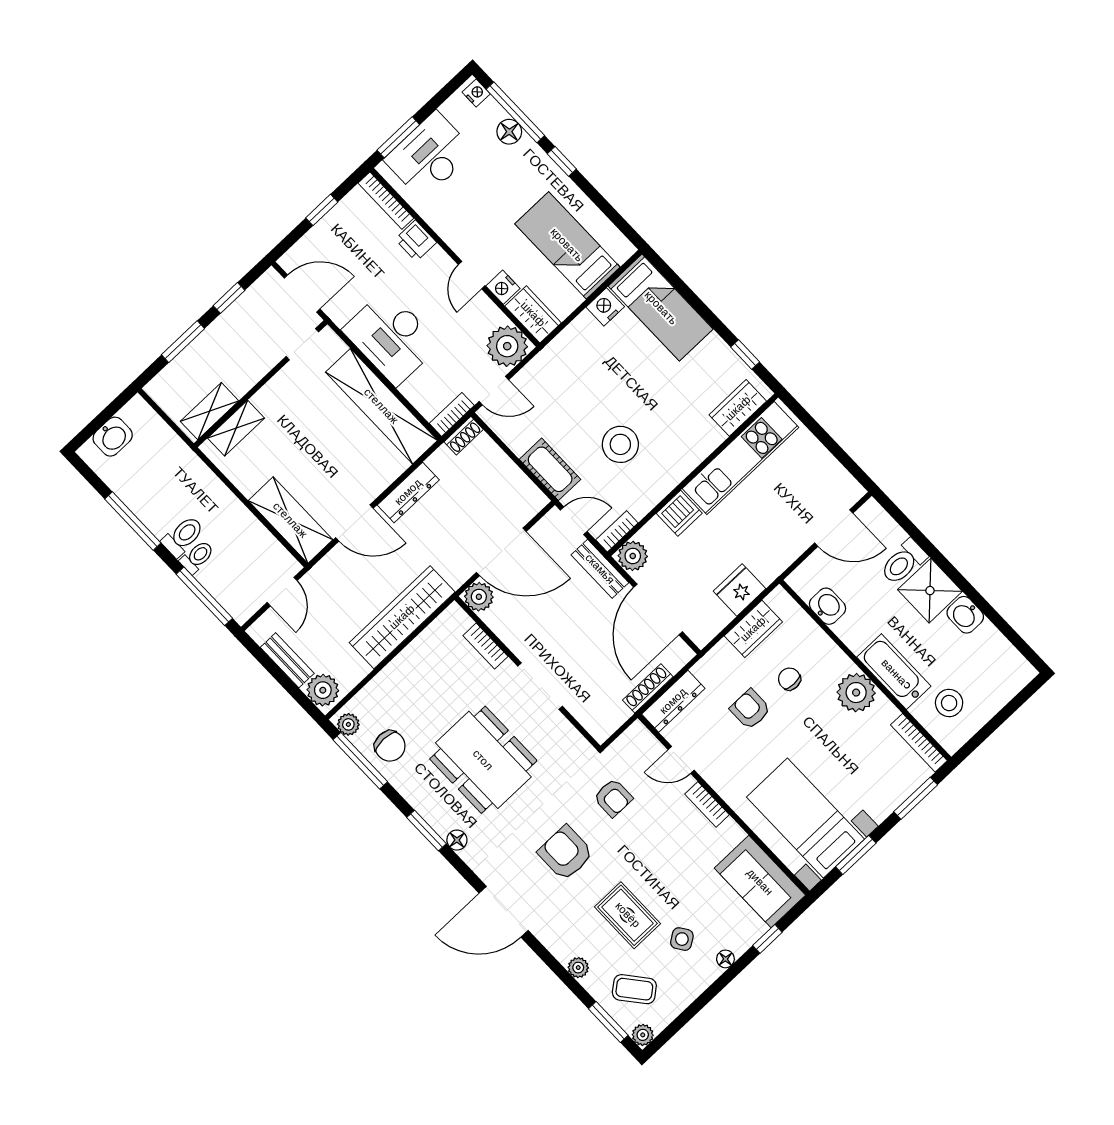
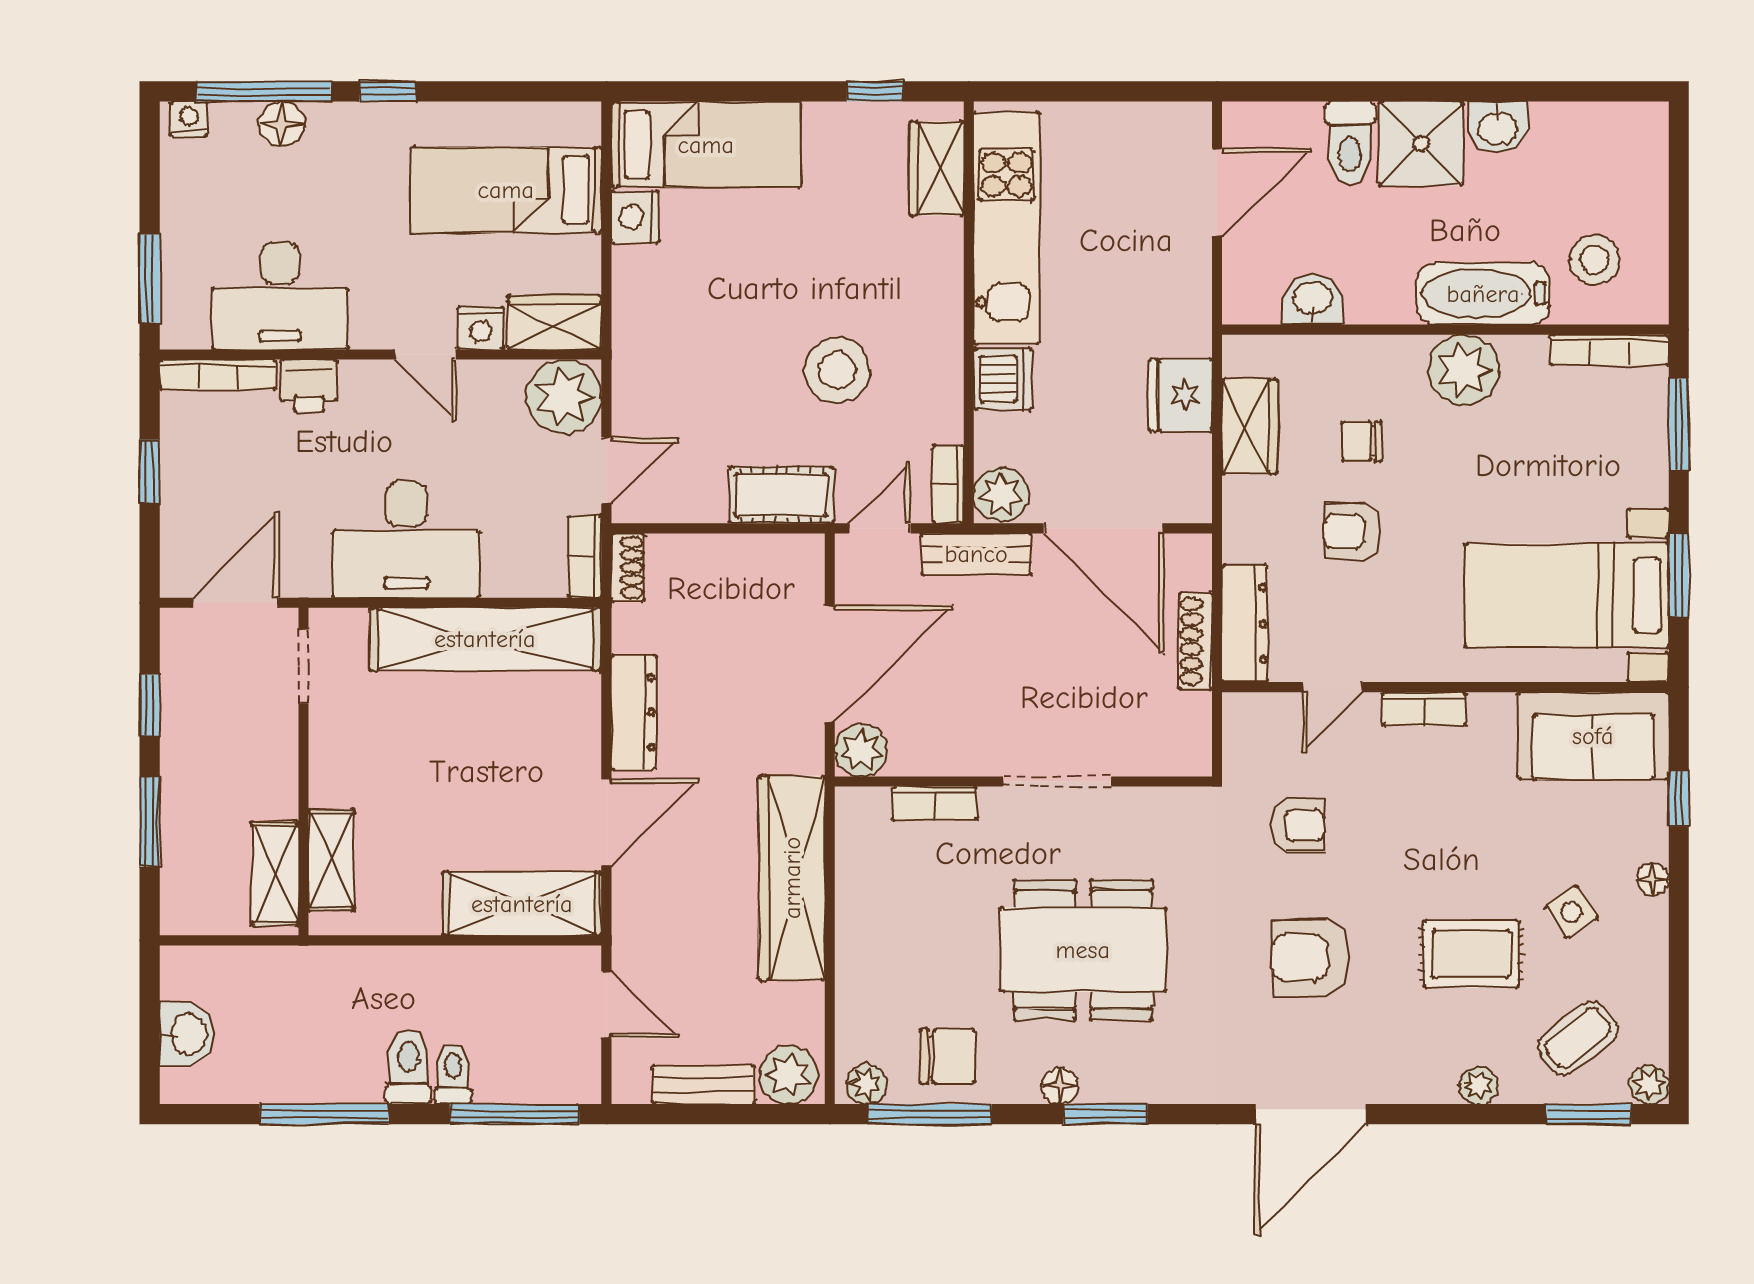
desk: (429, 156) -> (280, 296), moved, turned -90
floor lamp: (457, 840) -> (1060, 1086), moved

